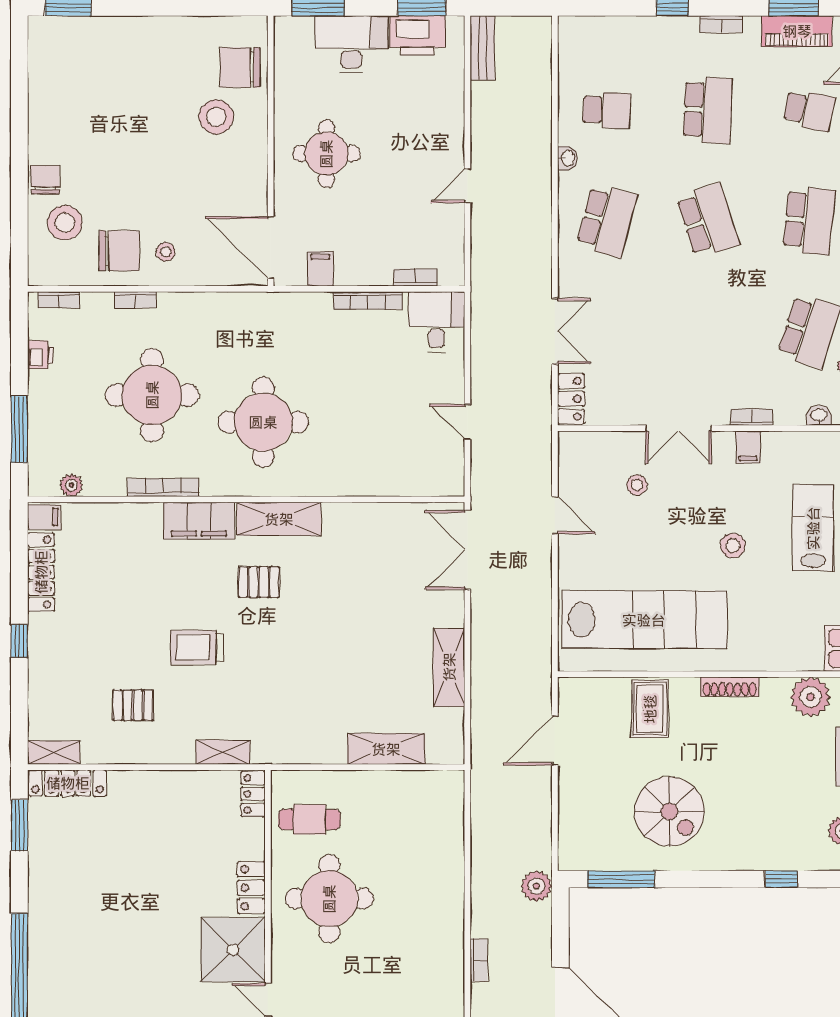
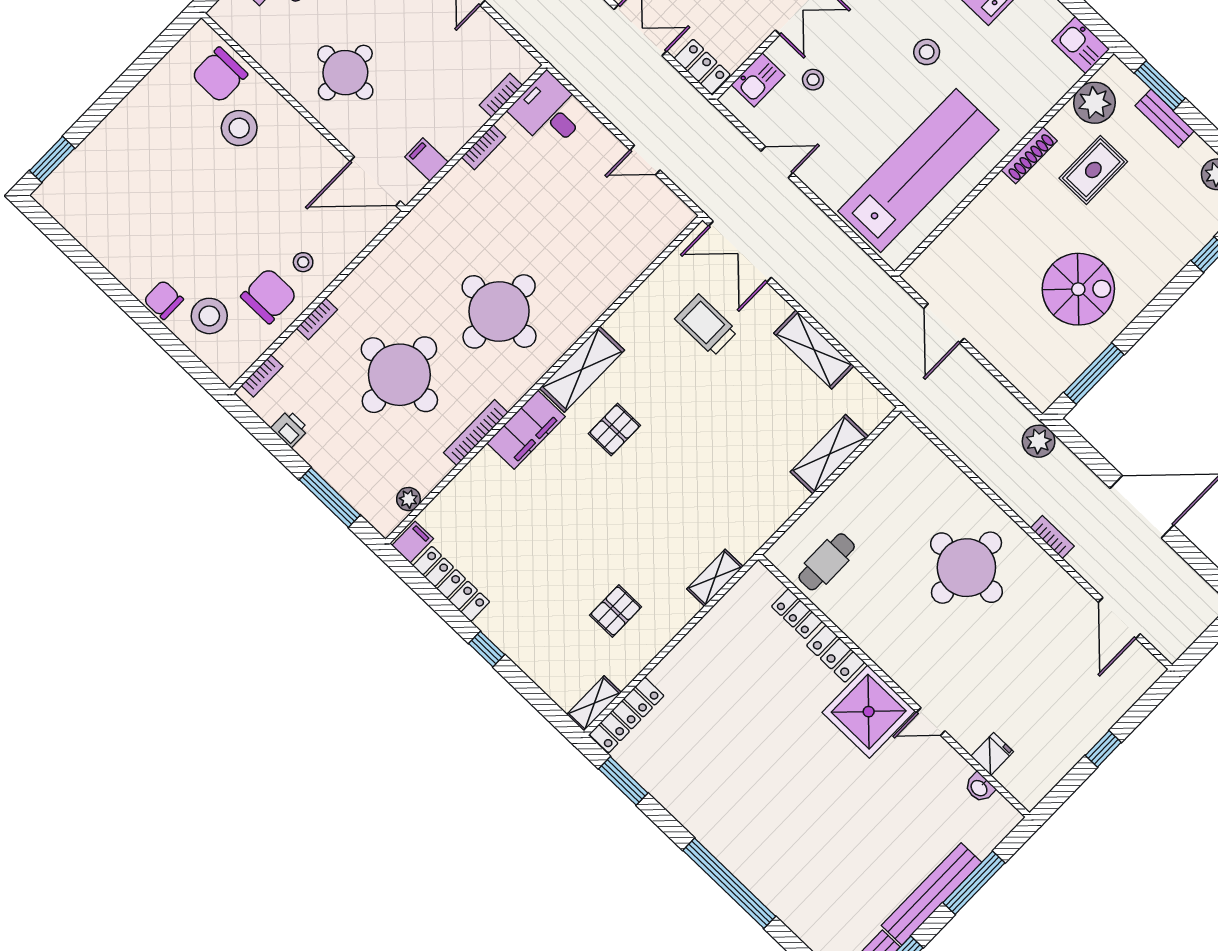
bookcase: (368, 300) -> (484, 147), width x0.64
kitchen sink: (600, 447) -> (758, 80), added
trolley: (197, 647) -> (706, 325), moved, turned 90
rug: (650, 709) -> (1093, 170), moved, turned 90
locker: (253, 794) -> (797, 614), moved
round table: (329, 899) -> (966, 568), moved

